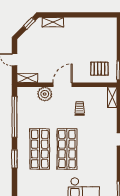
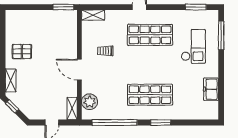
pallet: (99, 69) -> (22, 52), moved, turned 90
plant: (45, 94) -> (90, 102), moved
shop shelf: (67, 149) -> (150, 35), moved

